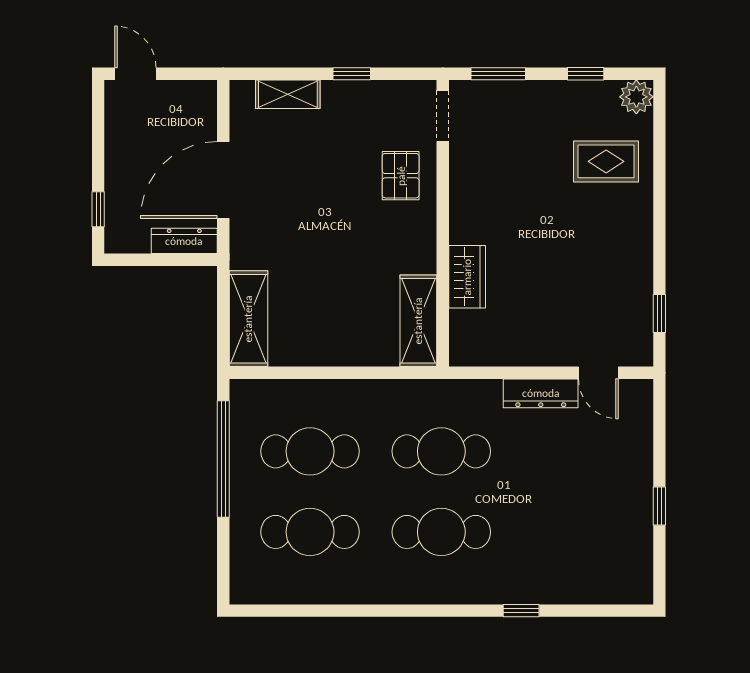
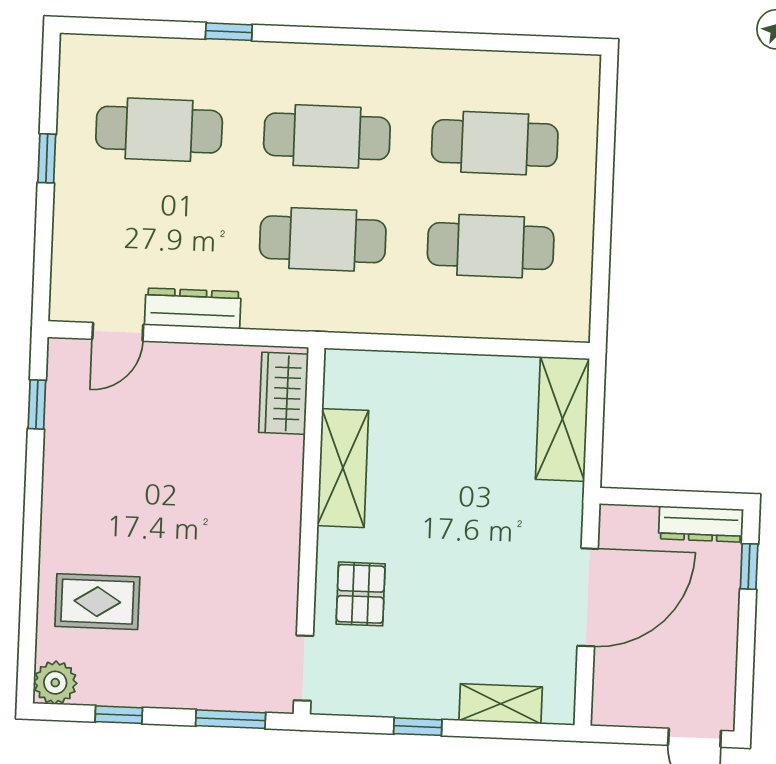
dresser: (184, 241) -> (701, 524), moved
wardrobe: (467, 277) -> (284, 393), moved
shelving: (418, 321) -> (343, 468), moved
door: (598, 373) -> (118, 332), swing flipped
window: (223, 459) -> (602, 241), removed
cafe table: (573, 532) -> (159, 130), added

